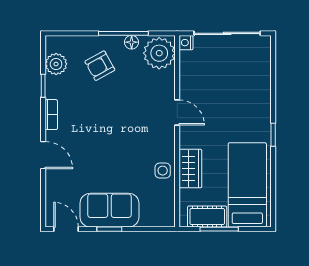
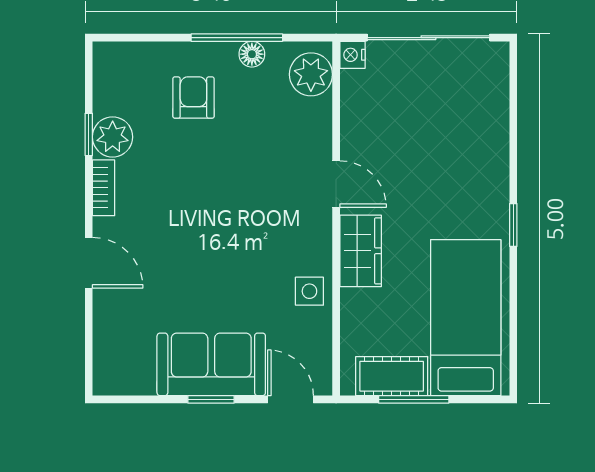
plant: (159, 53) -> (311, 74), width x0.73, depth x0.73
plant: (56, 64) -> (113, 137), moved
armchair: (100, 66) -> (193, 98), turned 119
wardrobe: (190, 169) -> (361, 251), moved
door: (66, 229) -> (291, 399), moved

